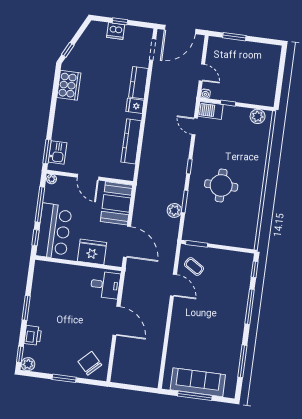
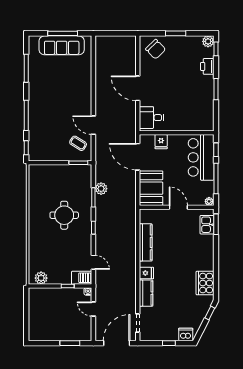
dishwasher: (116, 31) -> (186, 334), moved
fridge: (92, 252) -> (161, 142), width x0.53, depth x0.75

